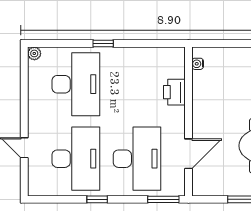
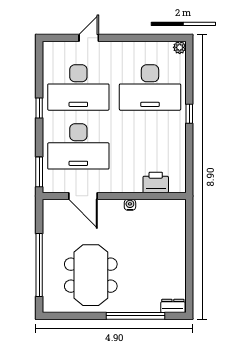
water cooler: (198, 64) -> (130, 205), moved
printer: (174, 92) -> (156, 182), moved

